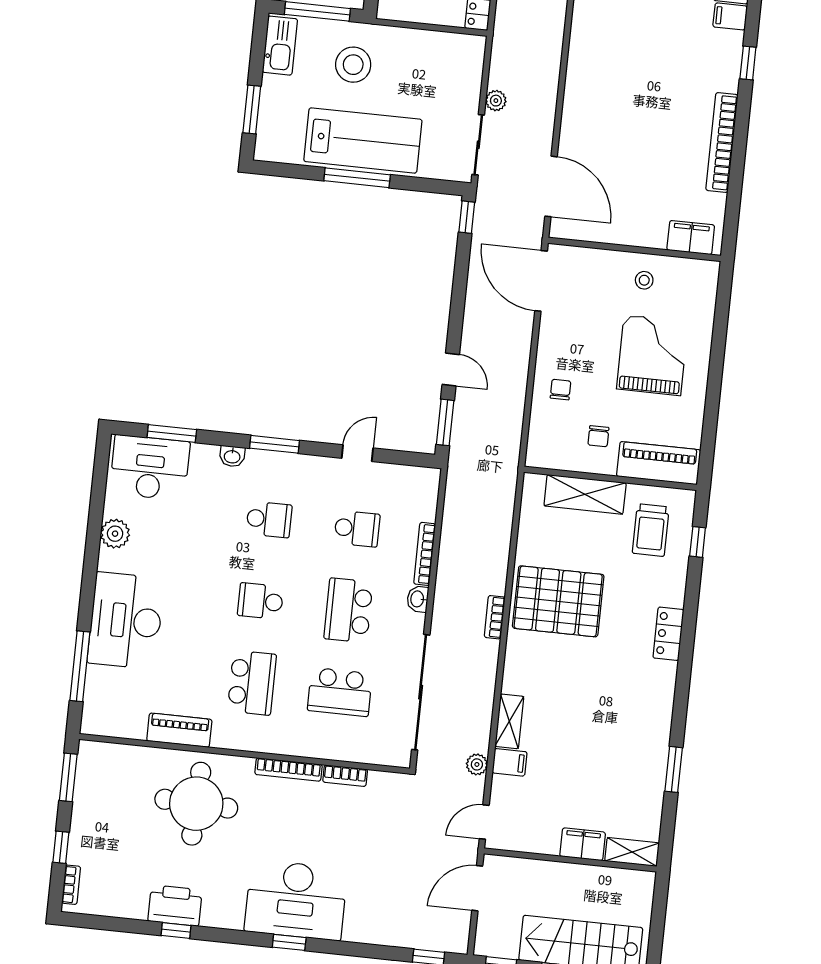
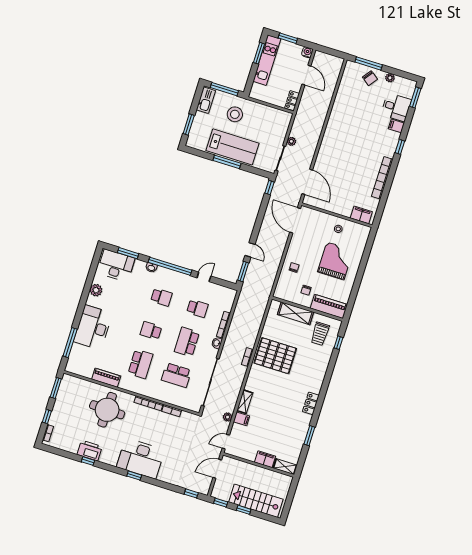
window: (274, 444) -> (170, 266), width x2.11
locker: (668, 634) -> (311, 403), moved

